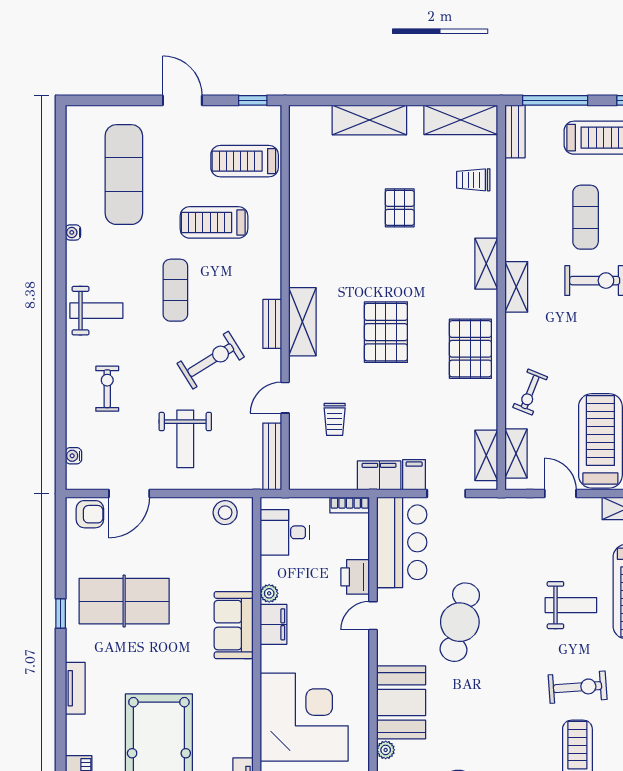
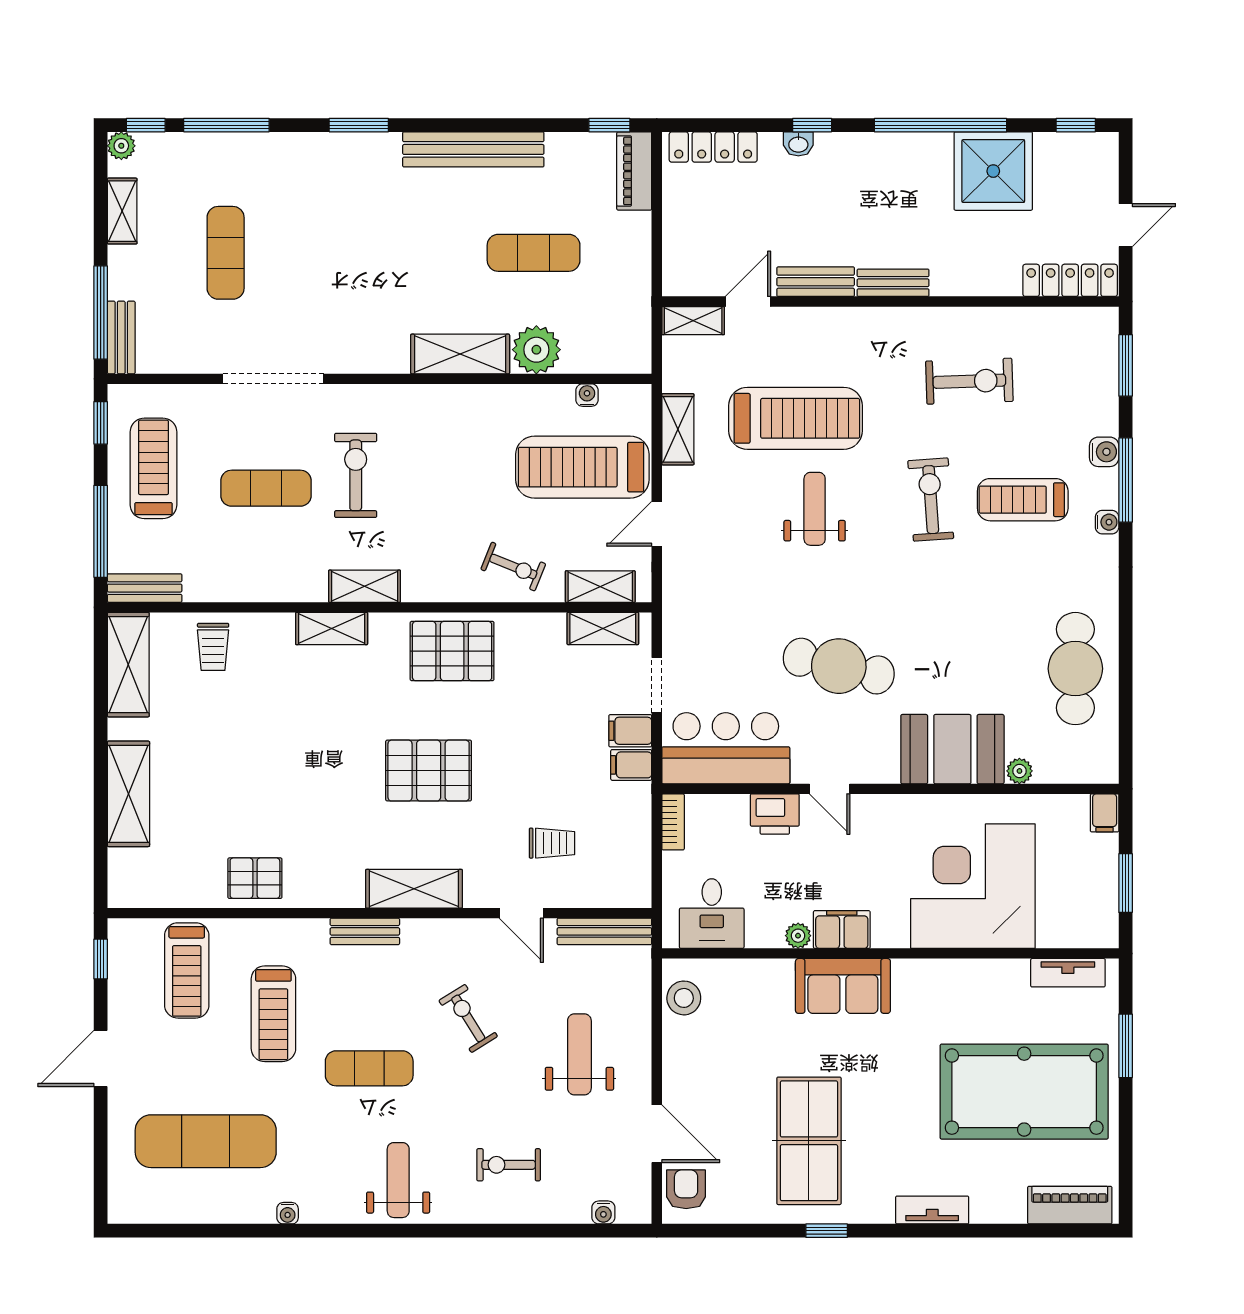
pallet: (400, 208) -> (255, 878), moved
bench: (272, 324) -> (365, 931), moved
exercise bike: (211, 360) -> (468, 1018), width x0.73, depth x0.72
weight bench: (185, 439) -> (579, 1054), turned -90
filing cabinet: (379, 475) -> (631, 765), width x0.50

